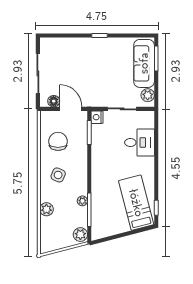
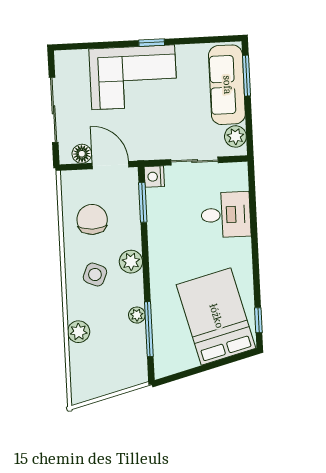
corner sofa: (87, 56) -> (133, 77), added
bed: (136, 203) -> (216, 316), width x1.50
plant: (80, 235) -> (131, 262), moved

